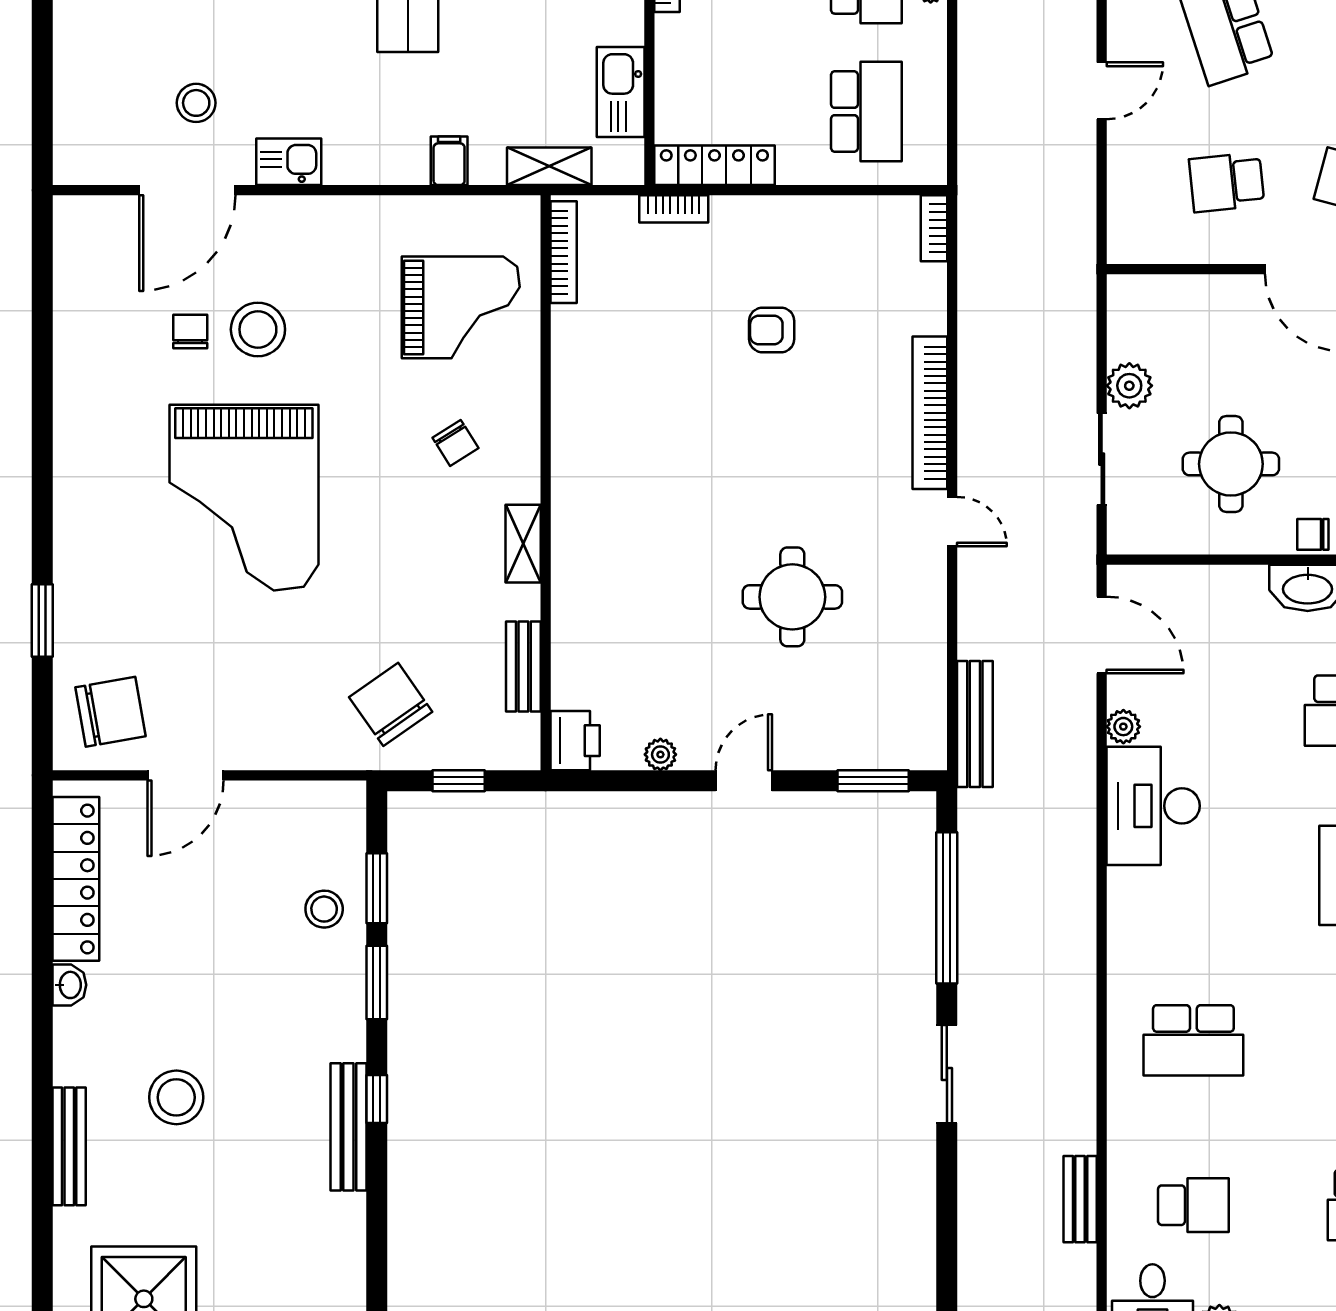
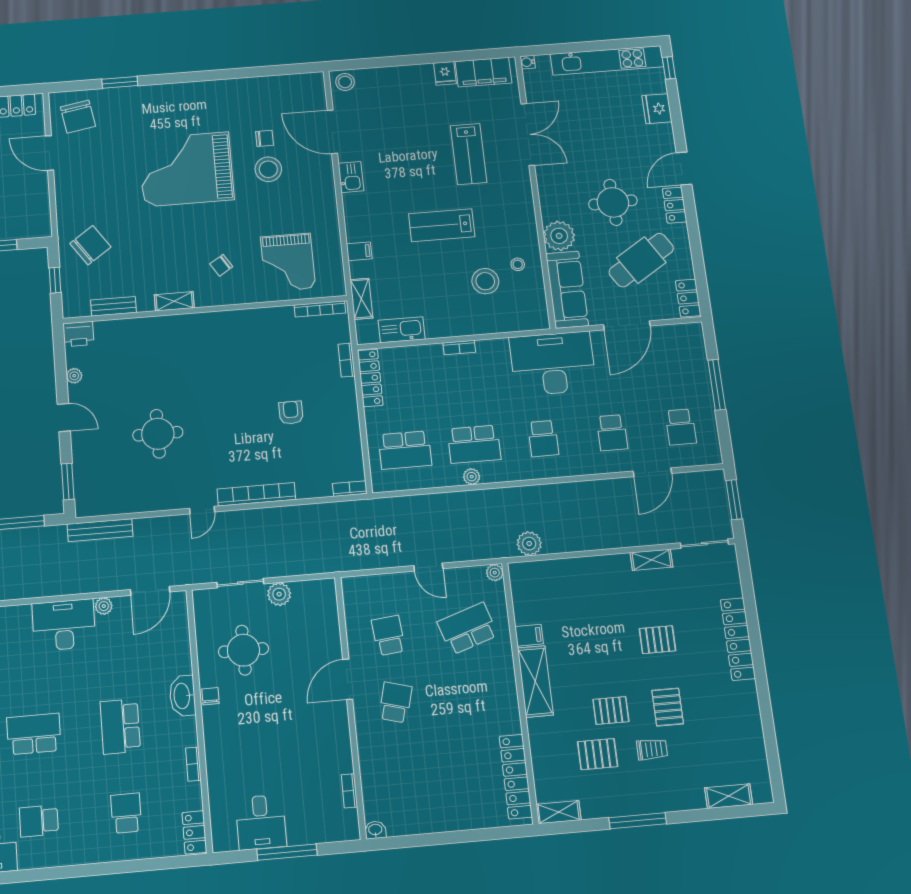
stool: (196, 103) -> (345, 82), moved

